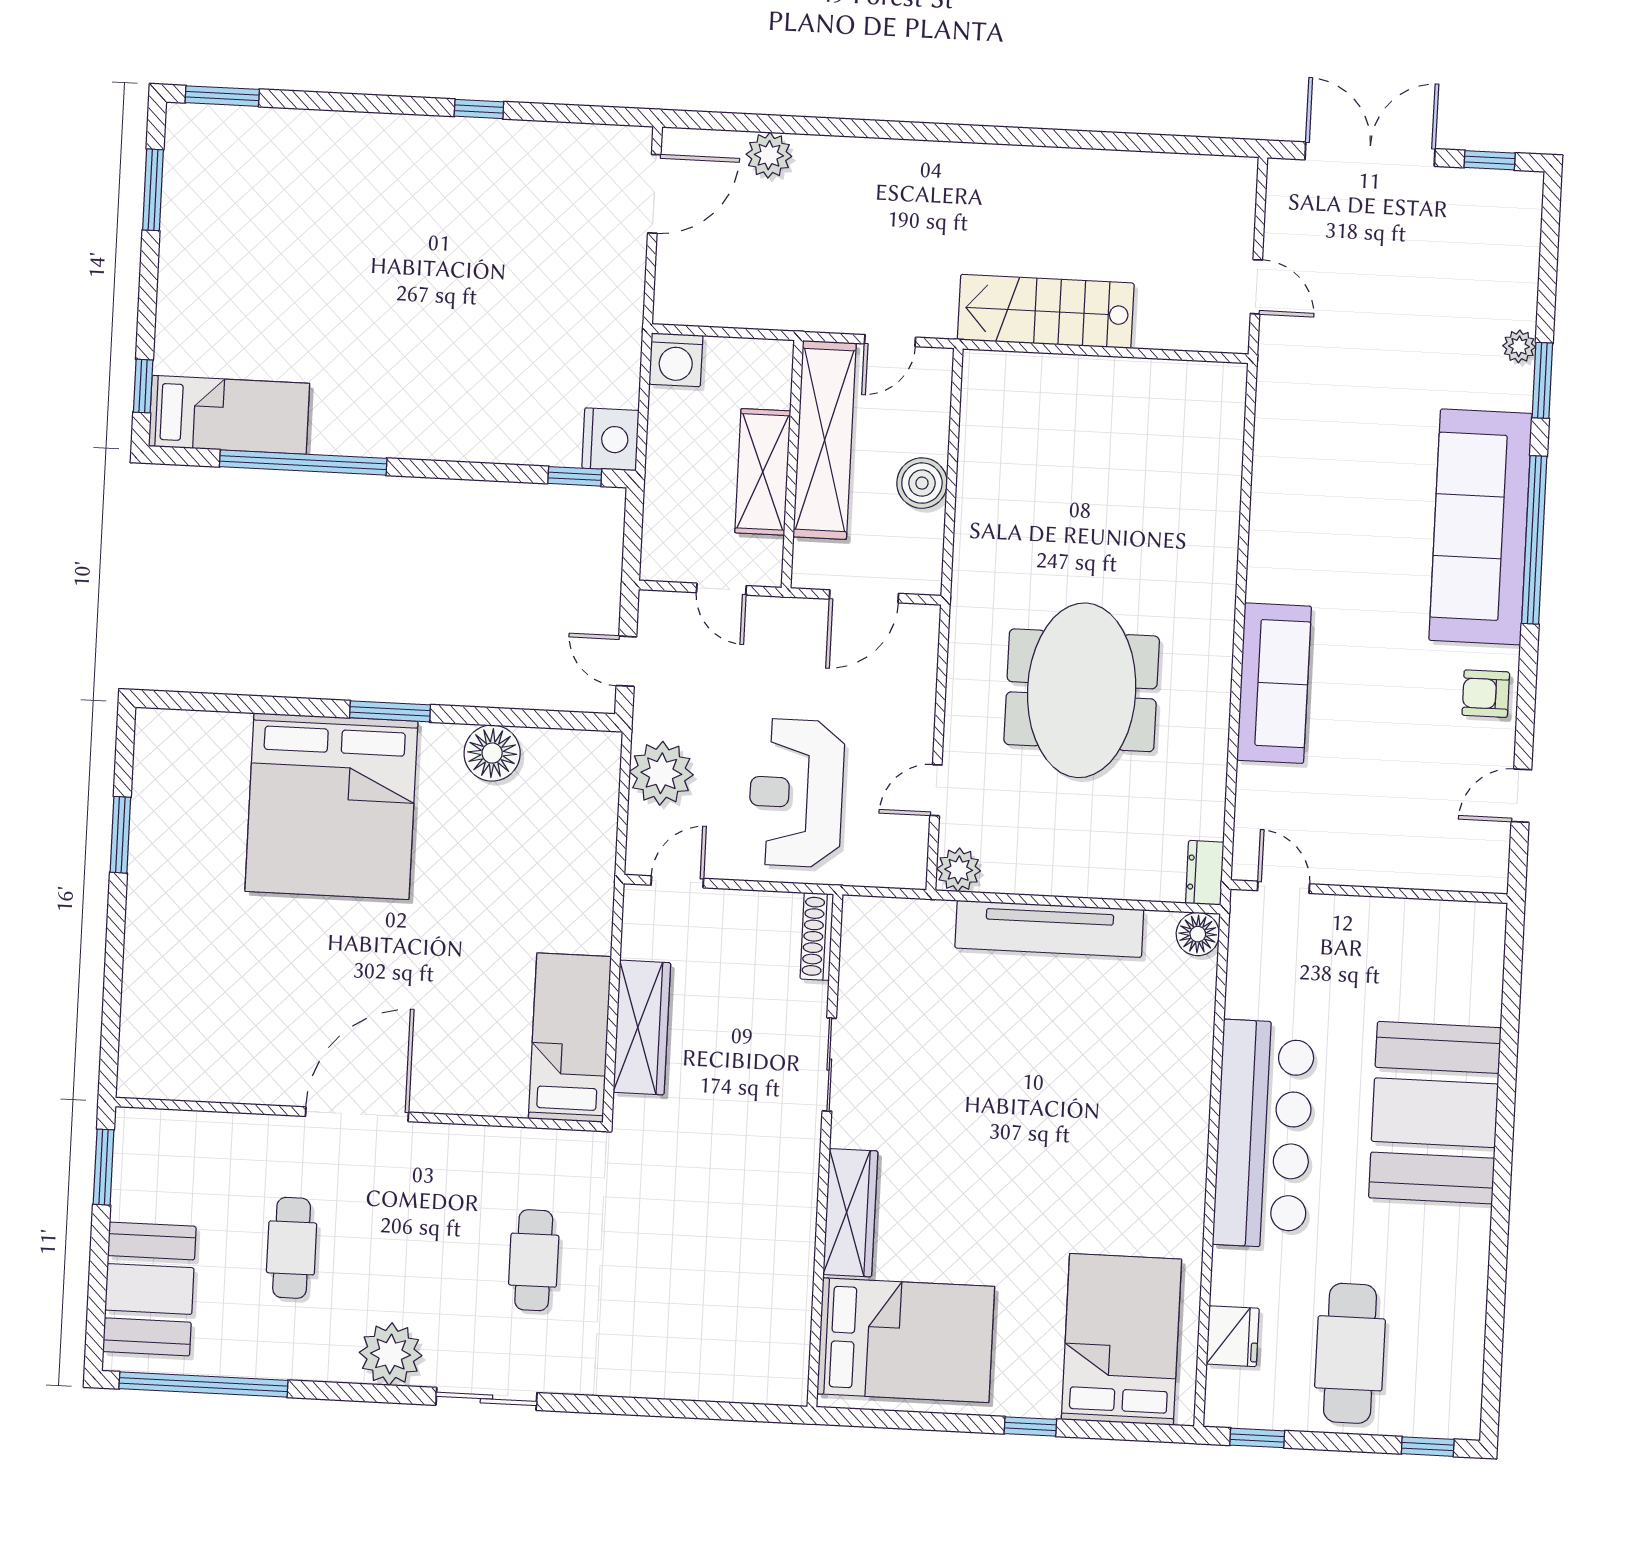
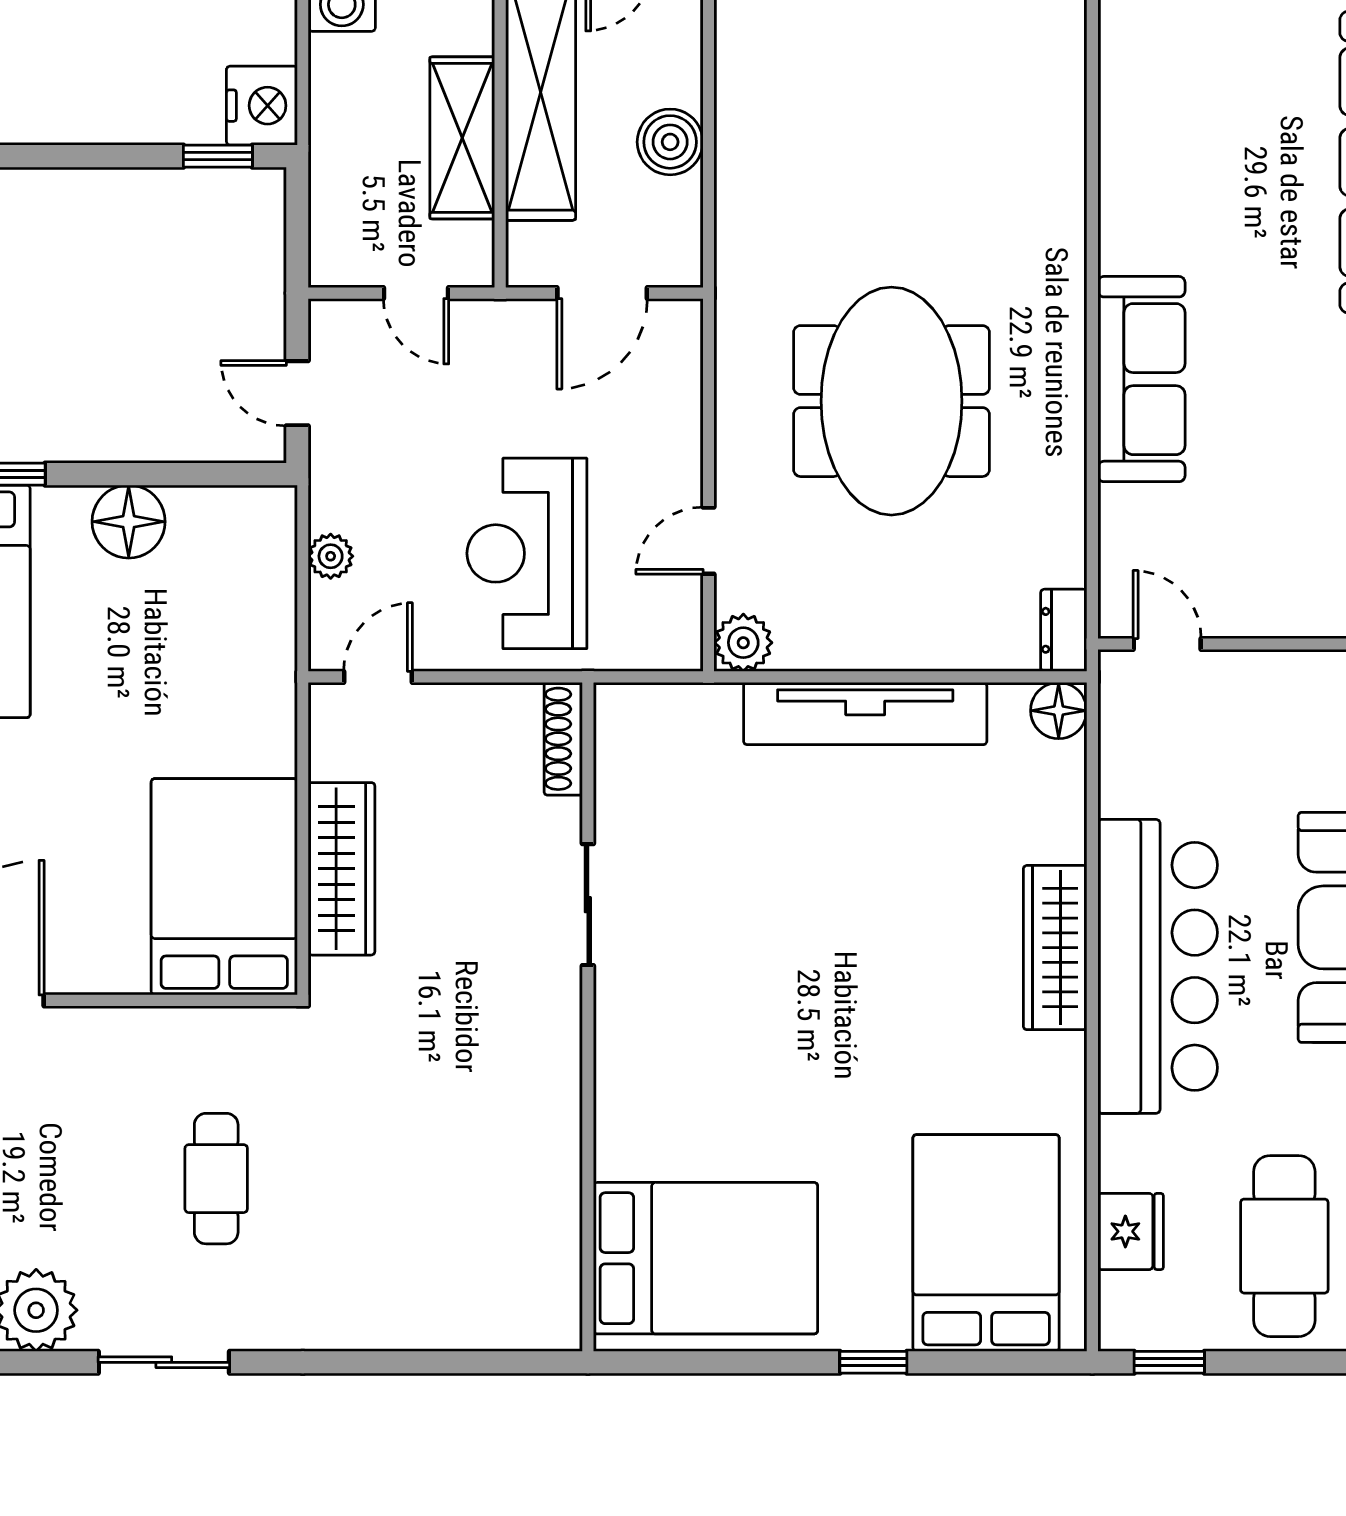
plant: (661, 773) -> (331, 556), width x0.53, depth x0.53
bed: (570, 1038) -> (224, 887), width x1.50
wardrobe: (850, 1213) -> (1055, 948), moved, turned 180

